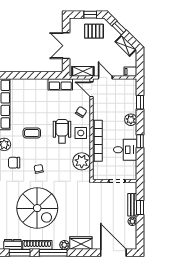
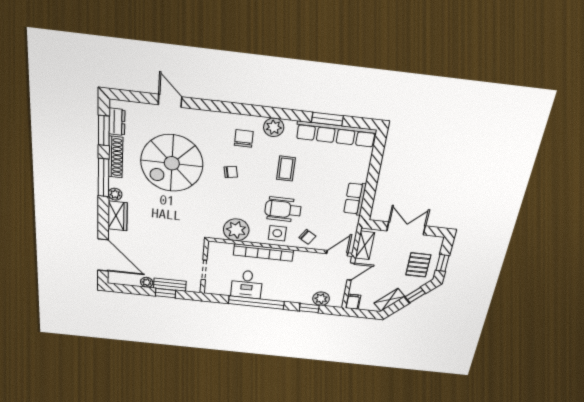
row of seats: (60, 84) -> (355, 199), moved
plant: (131, 120) -> (321, 299), moved
wheelchair: (62, 131) -> (283, 209), turned 180
window: (140, 141) -> (256, 303), width x3.17
door: (113, 253) -> (103, 255), hinge flipped

